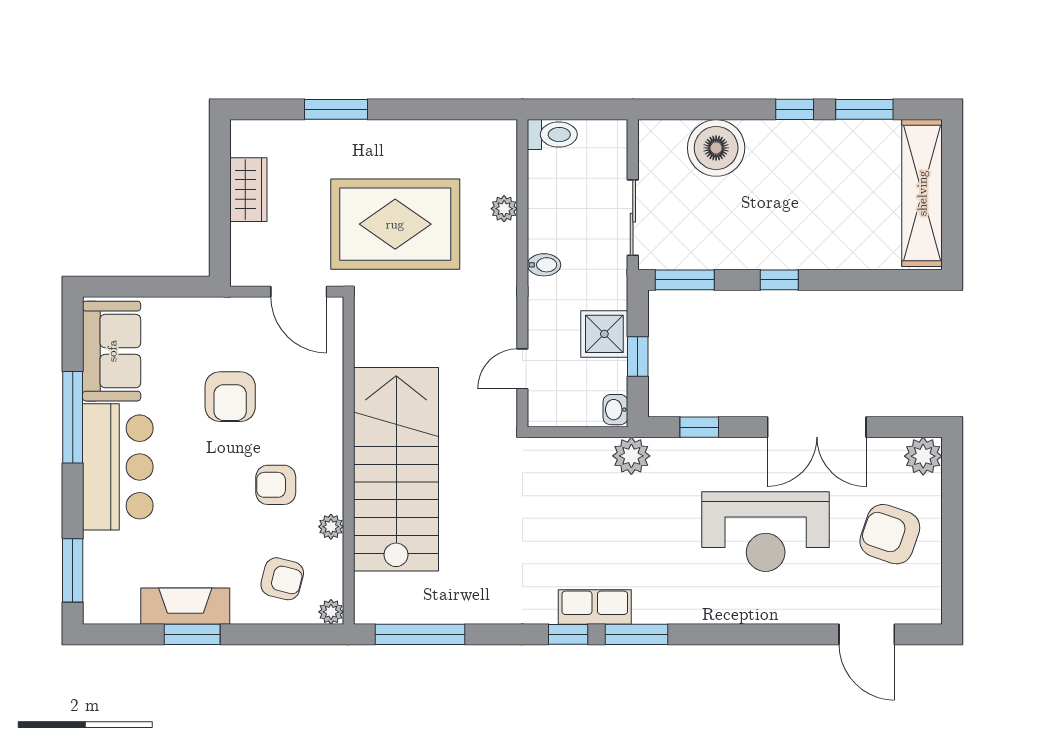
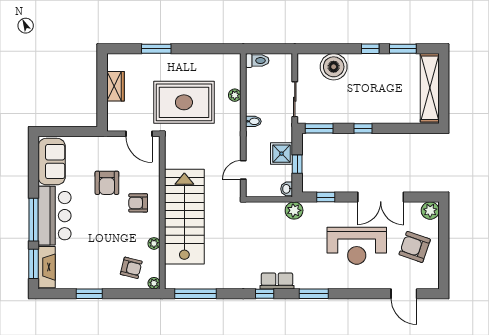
window: (73, 417) -> (33, 220), moved
armchair: (276, 485) -> (138, 203), moved
fireplace: (185, 606) -> (47, 267), moved, turned 90
window: (637, 634) -> (314, 294), moved

